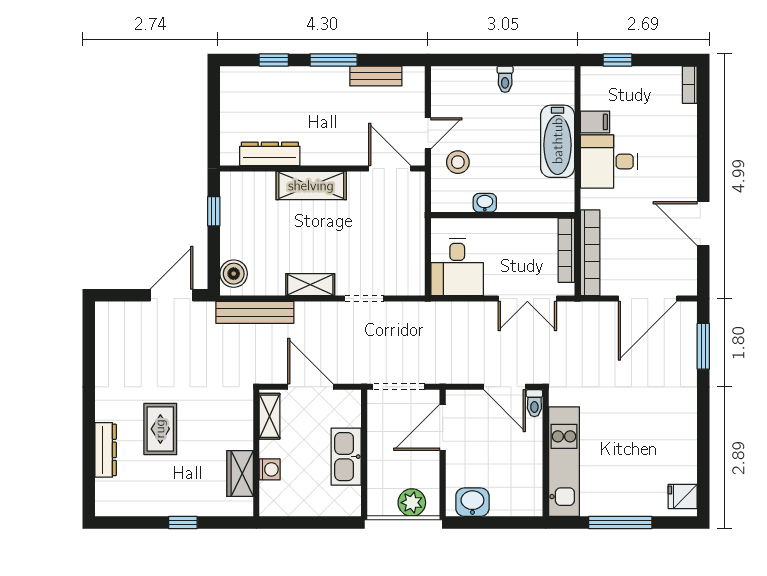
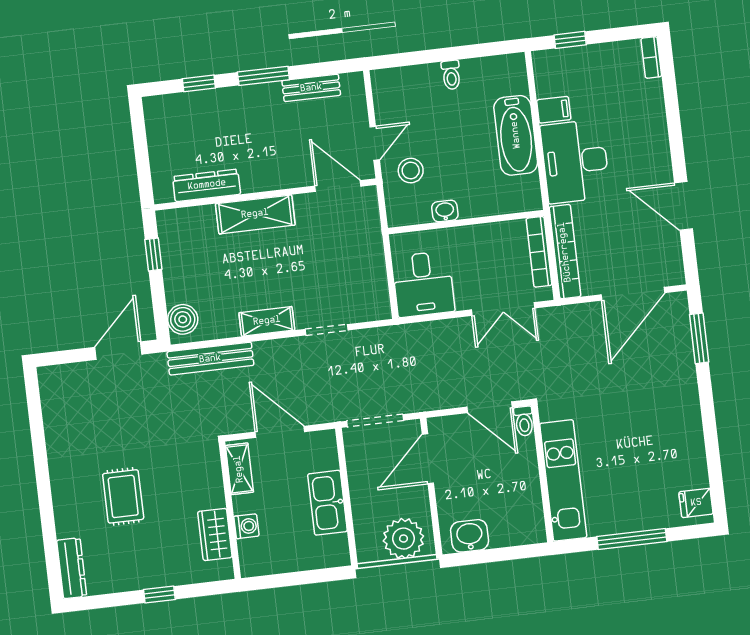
desk: (609, 162) -> (575, 161), width x1.37
dresser: (106, 450) -> (72, 568), moved
plant: (412, 503) -> (403, 539), width x1.36, depth x1.36

